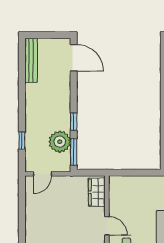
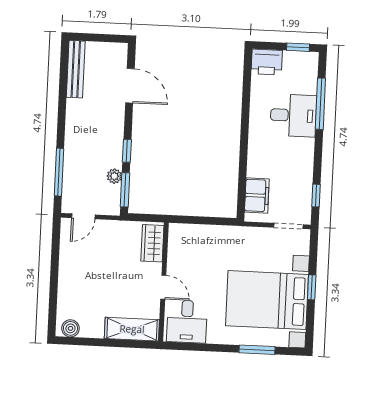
door: (74, 58) -> (130, 86), moved
window: (22, 141) -> (59, 172), width x2.17
plant: (60, 142) -> (114, 176), width x0.53, depth x0.53

